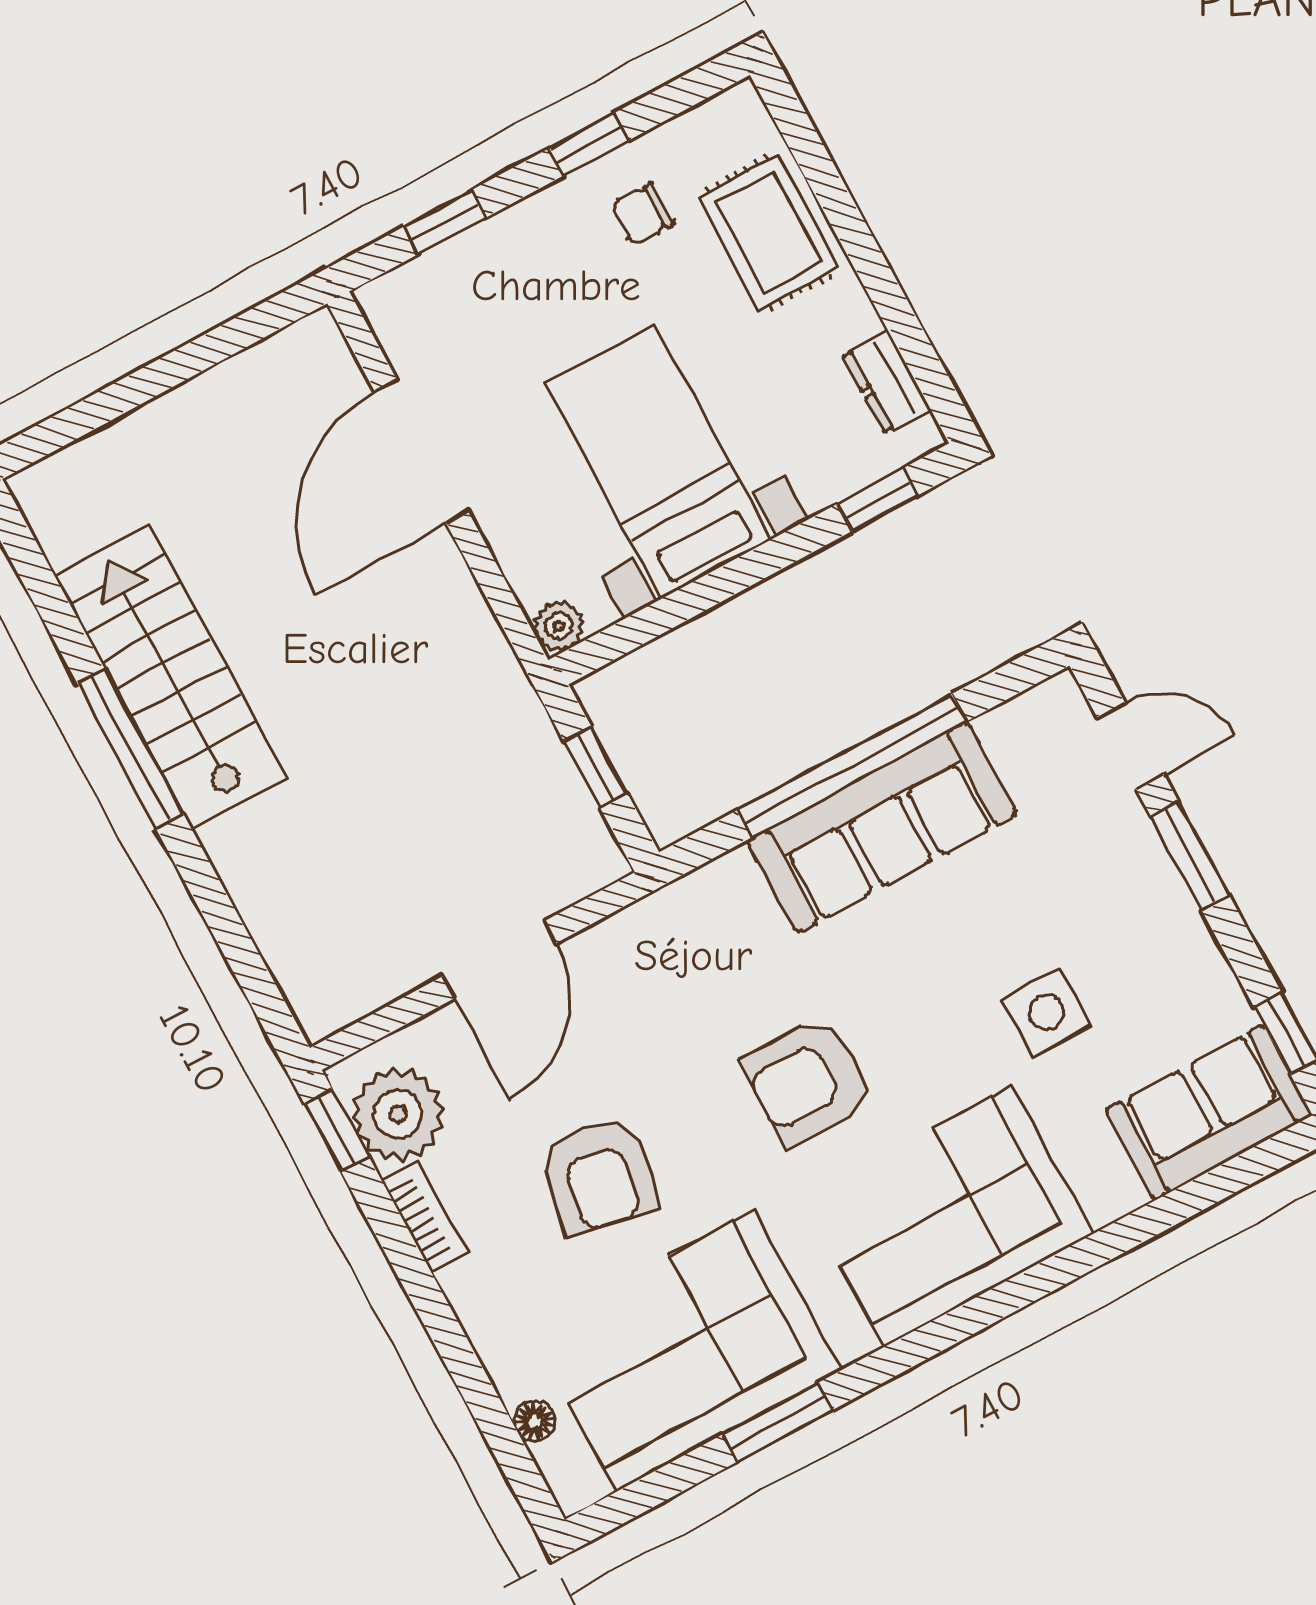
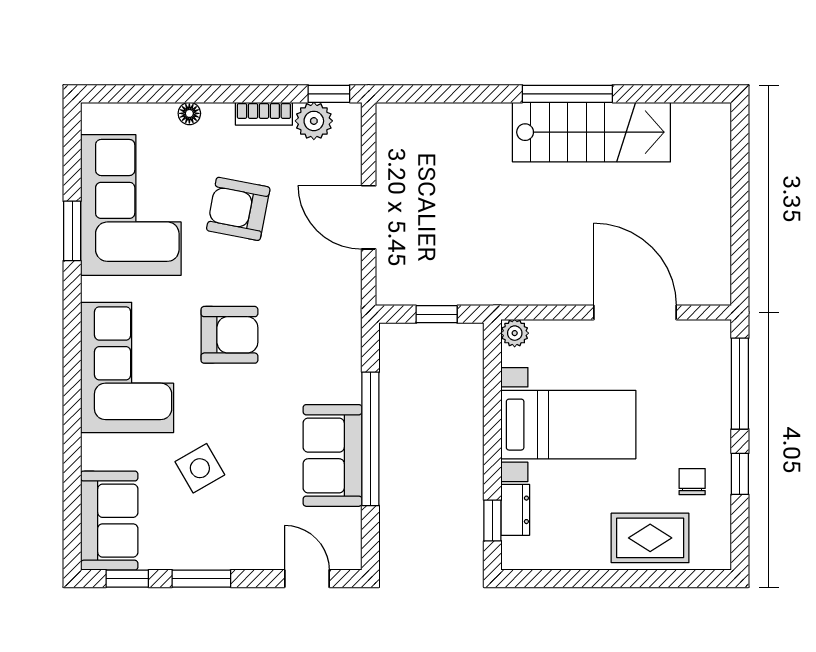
window: (444, 222) -> (740, 384), width x2.17
dresser: (887, 382) -> (515, 510), moved, turned 90
door: (1131, 746) -> (307, 579), swing flipped
sofa: (882, 827) -> (333, 455), width x0.73
window: (1190, 856) -> (201, 579), moved
side table: (1047, 1013) -> (200, 468), turned -30
armchair: (808, 1081) -> (229, 335), turned 90
plant: (398, 1114) -> (314, 121), width x0.73, depth x0.73
floor lamp: (535, 1421) -> (189, 113), moved

